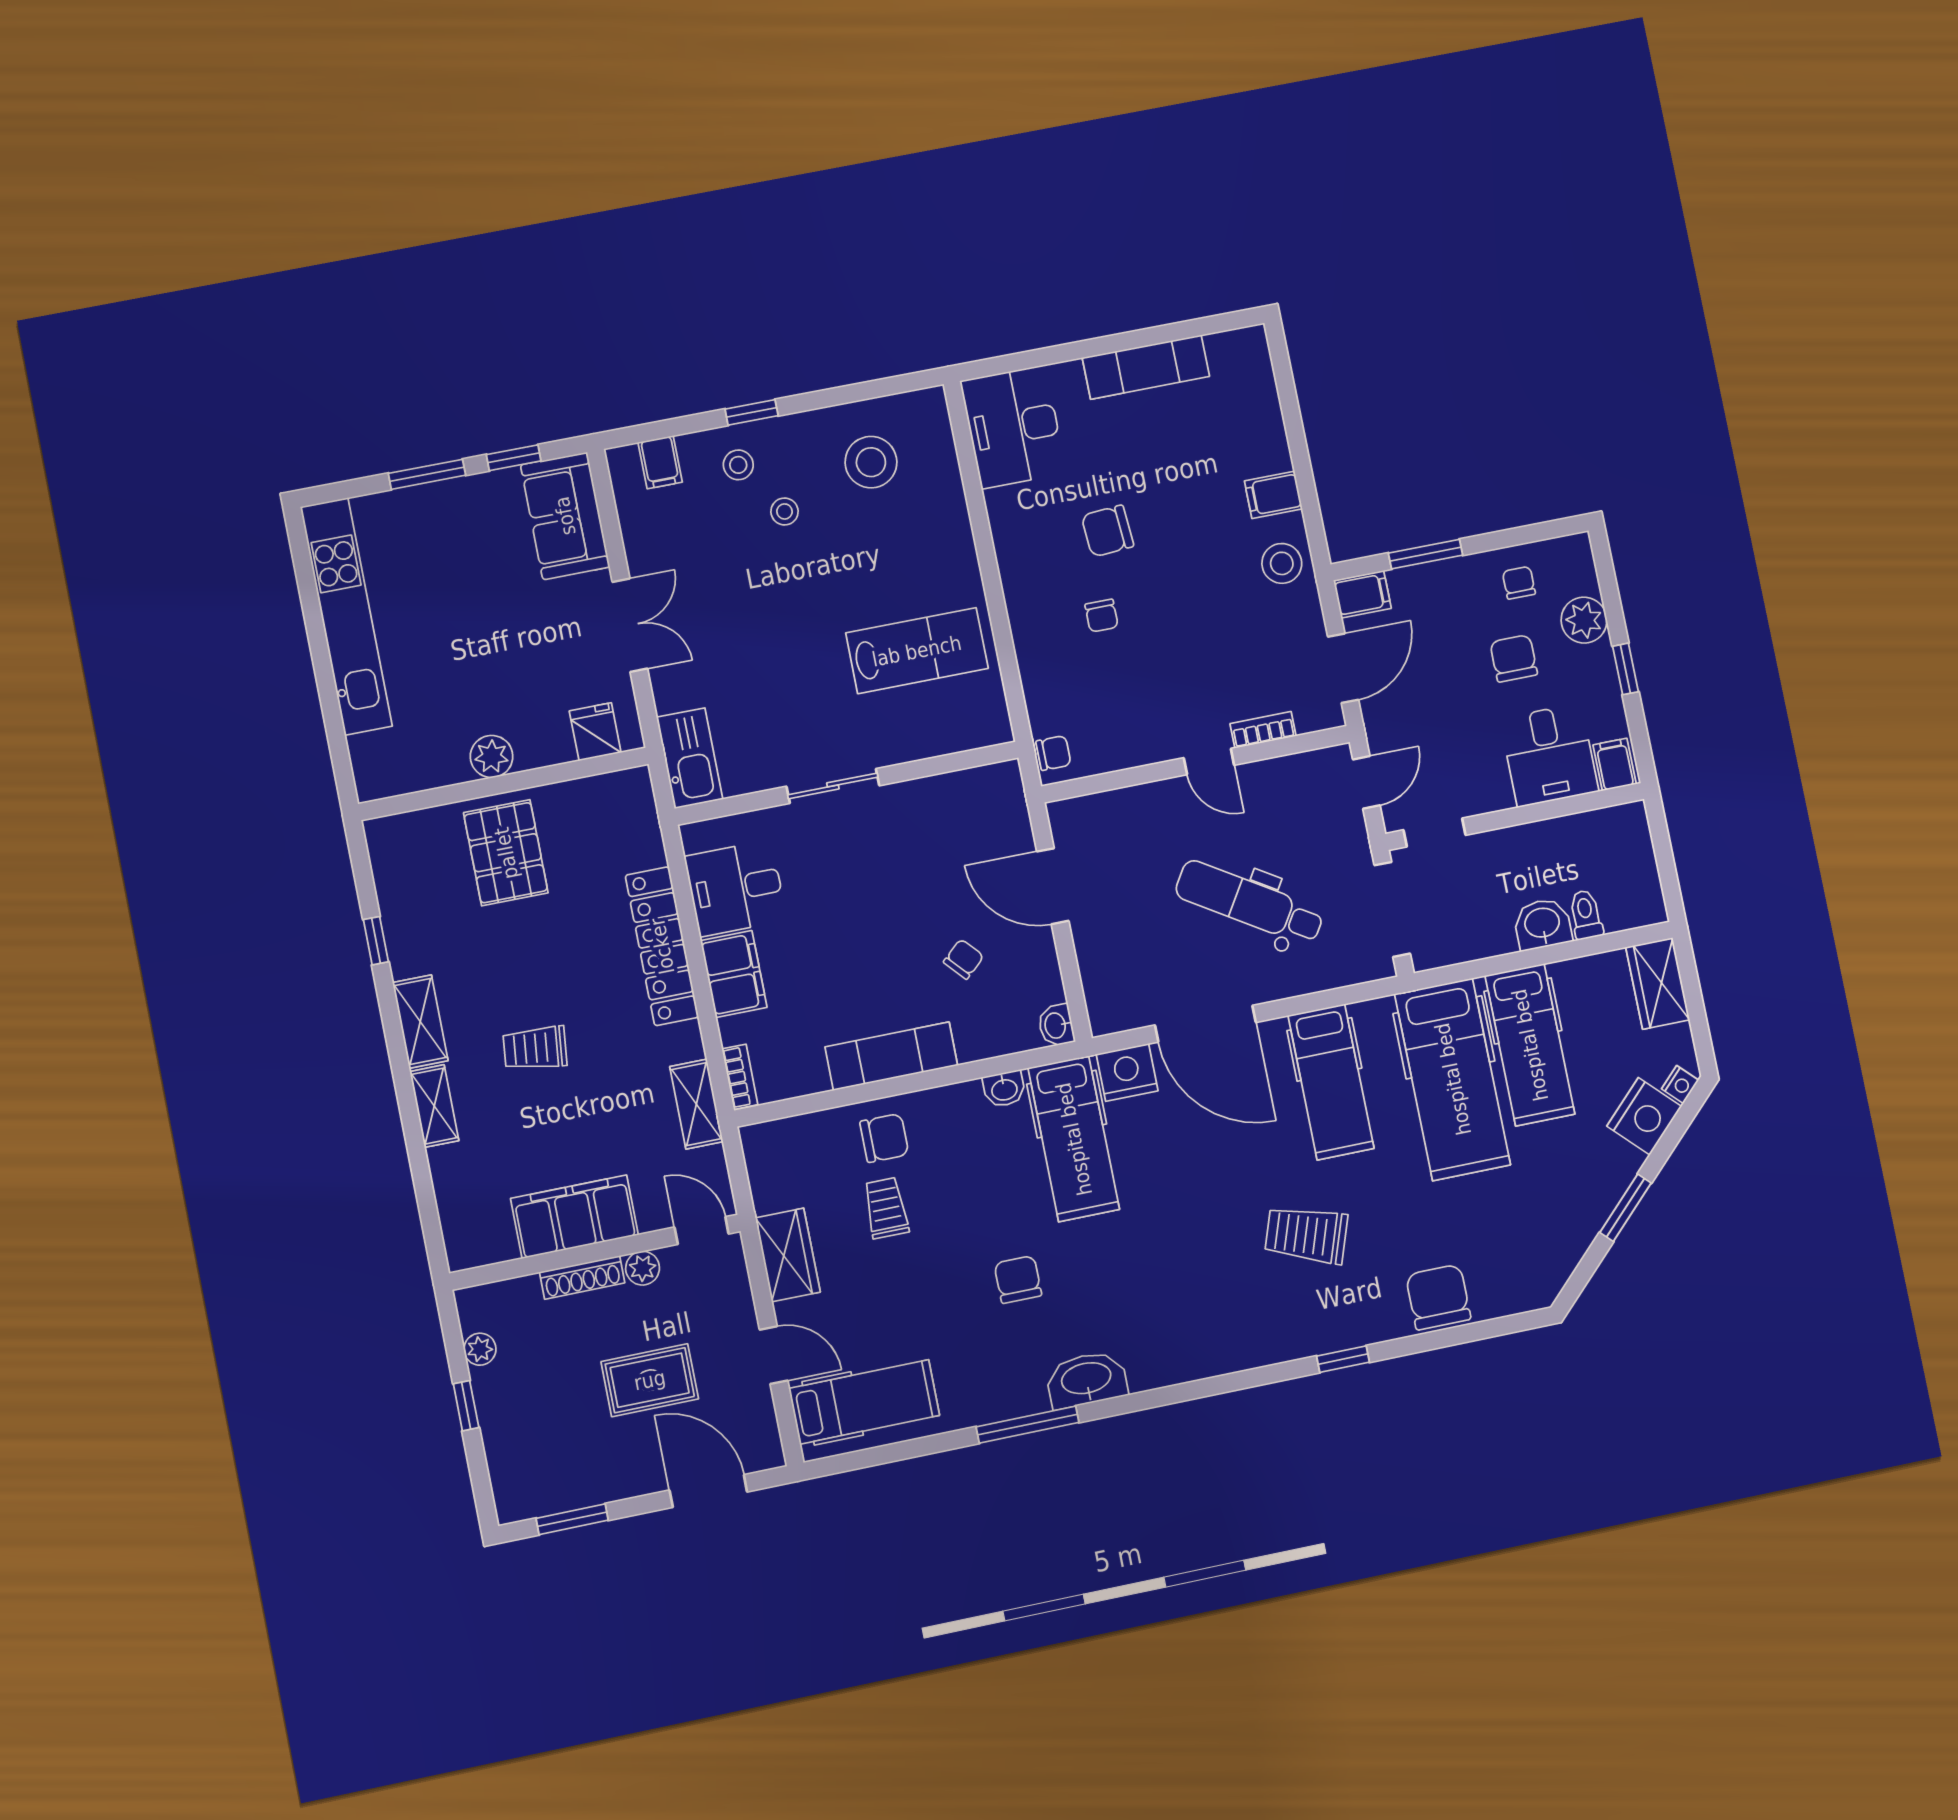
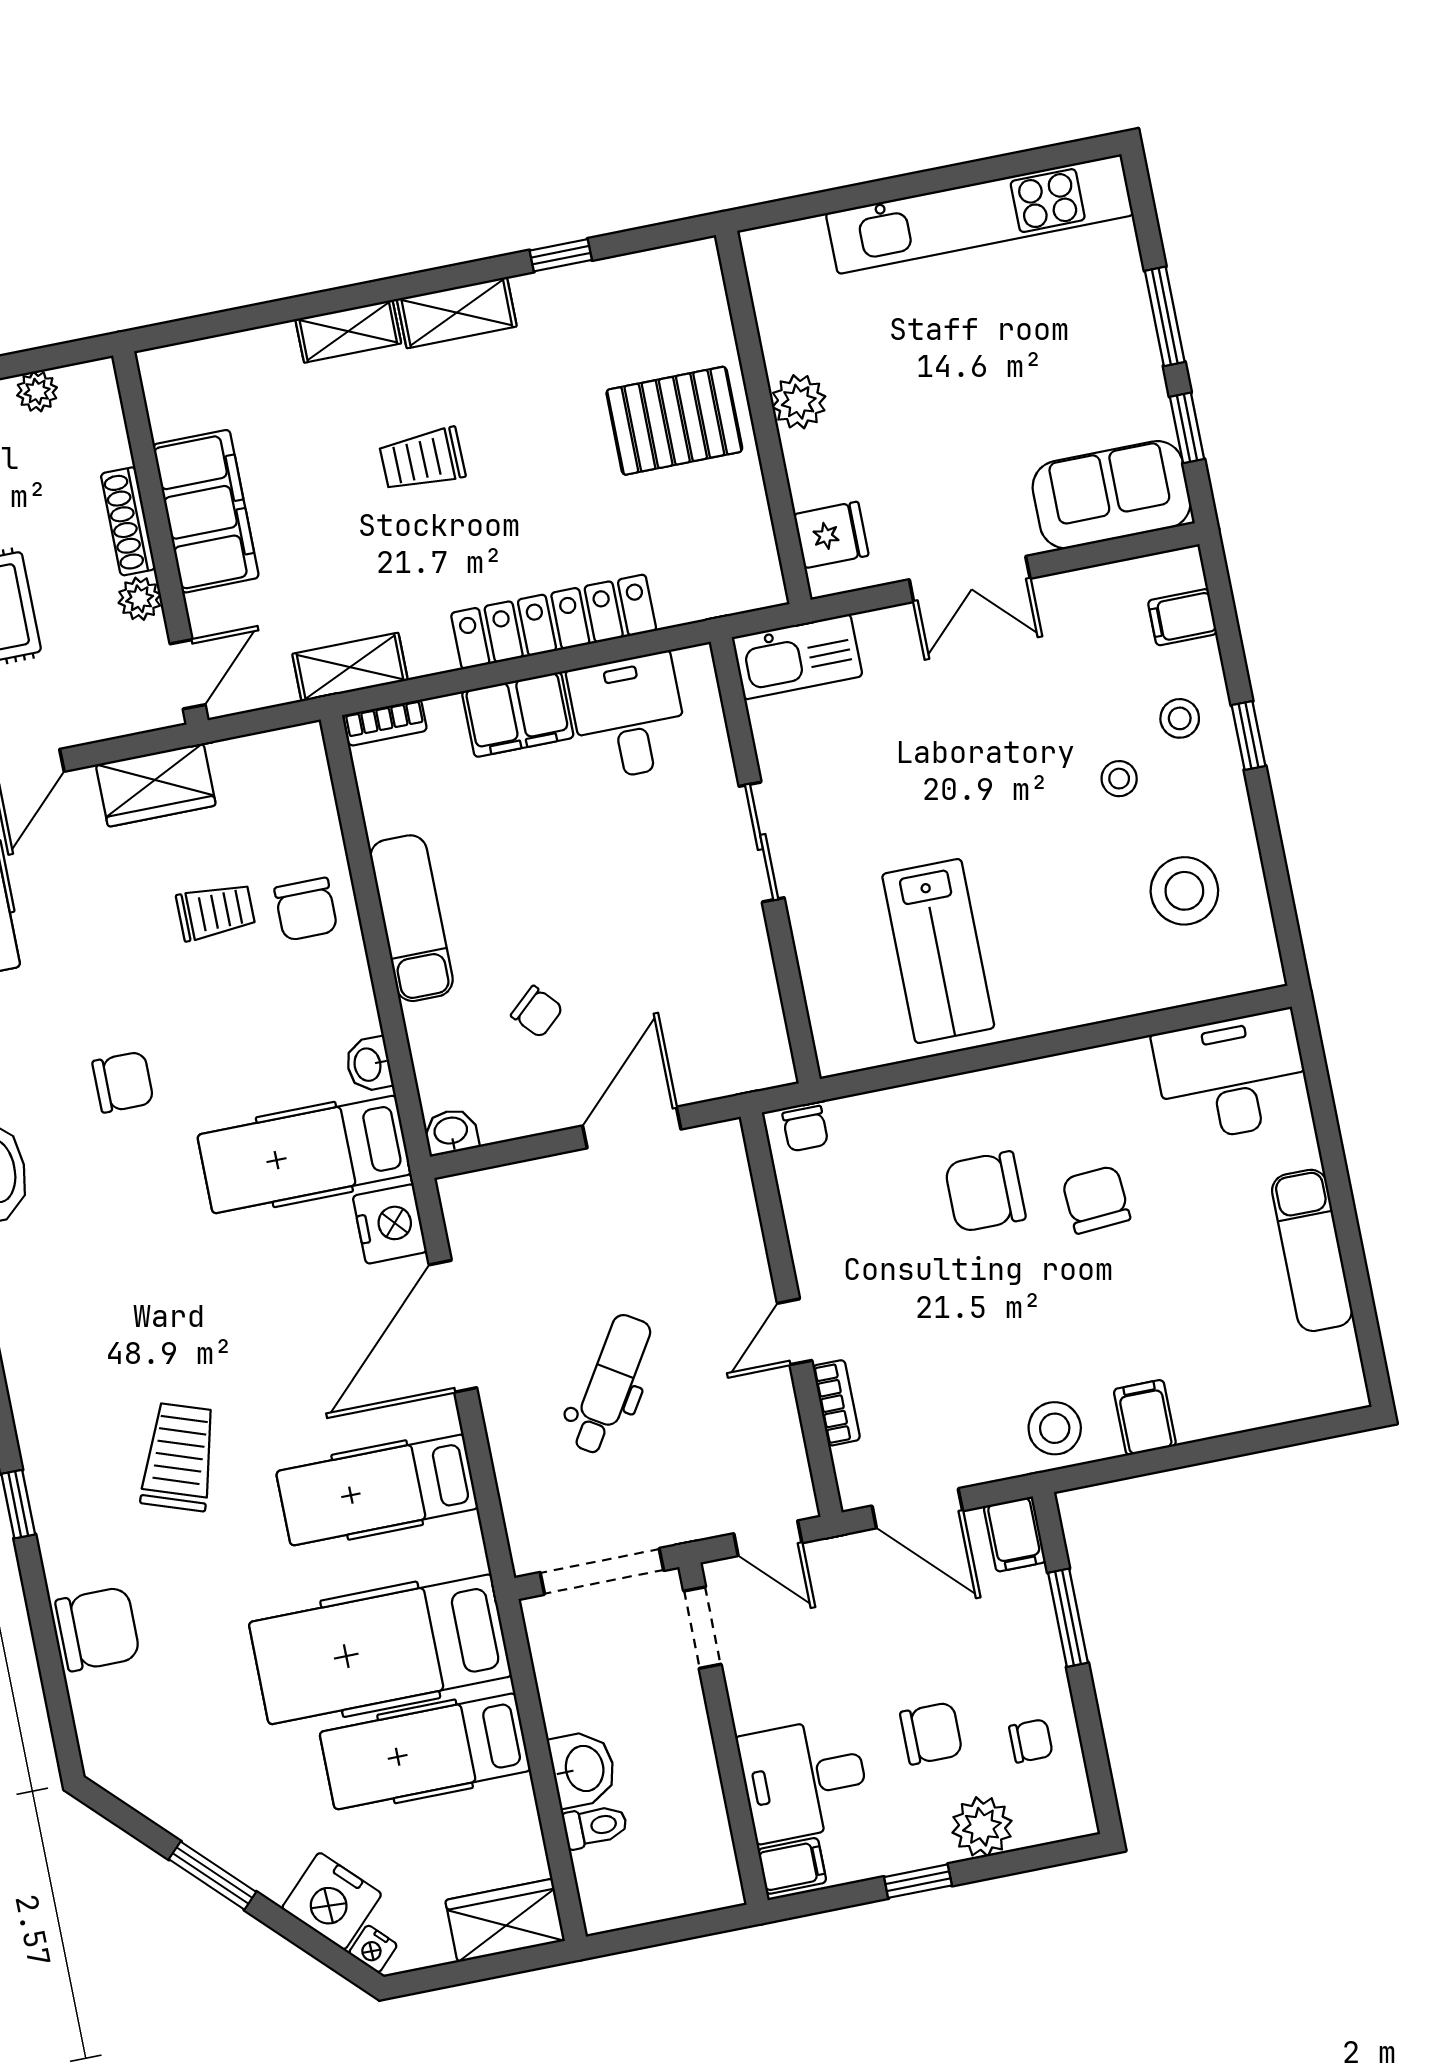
chair: (1102, 616) -> (985, 1192), width x1.87, depth x1.87
dental chair: (1249, 903) -> (610, 1384), width x0.73, depth x0.72
trolley: (535, 1048) -> (422, 460), turned -97

